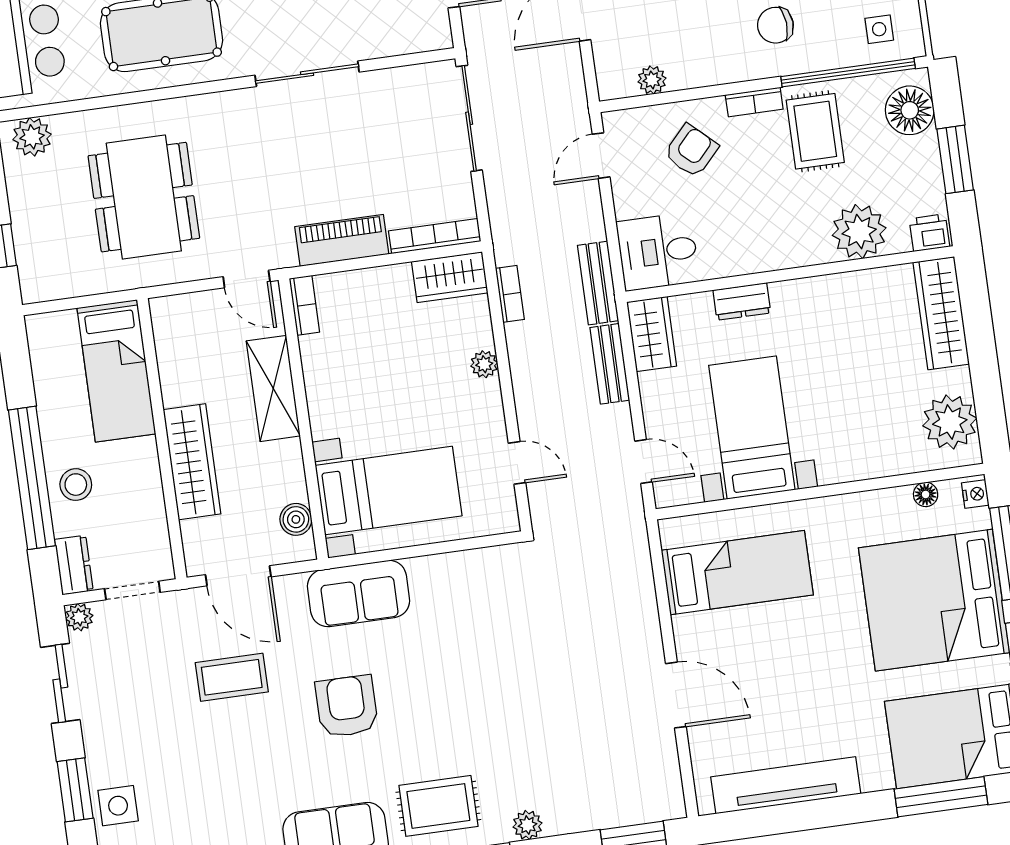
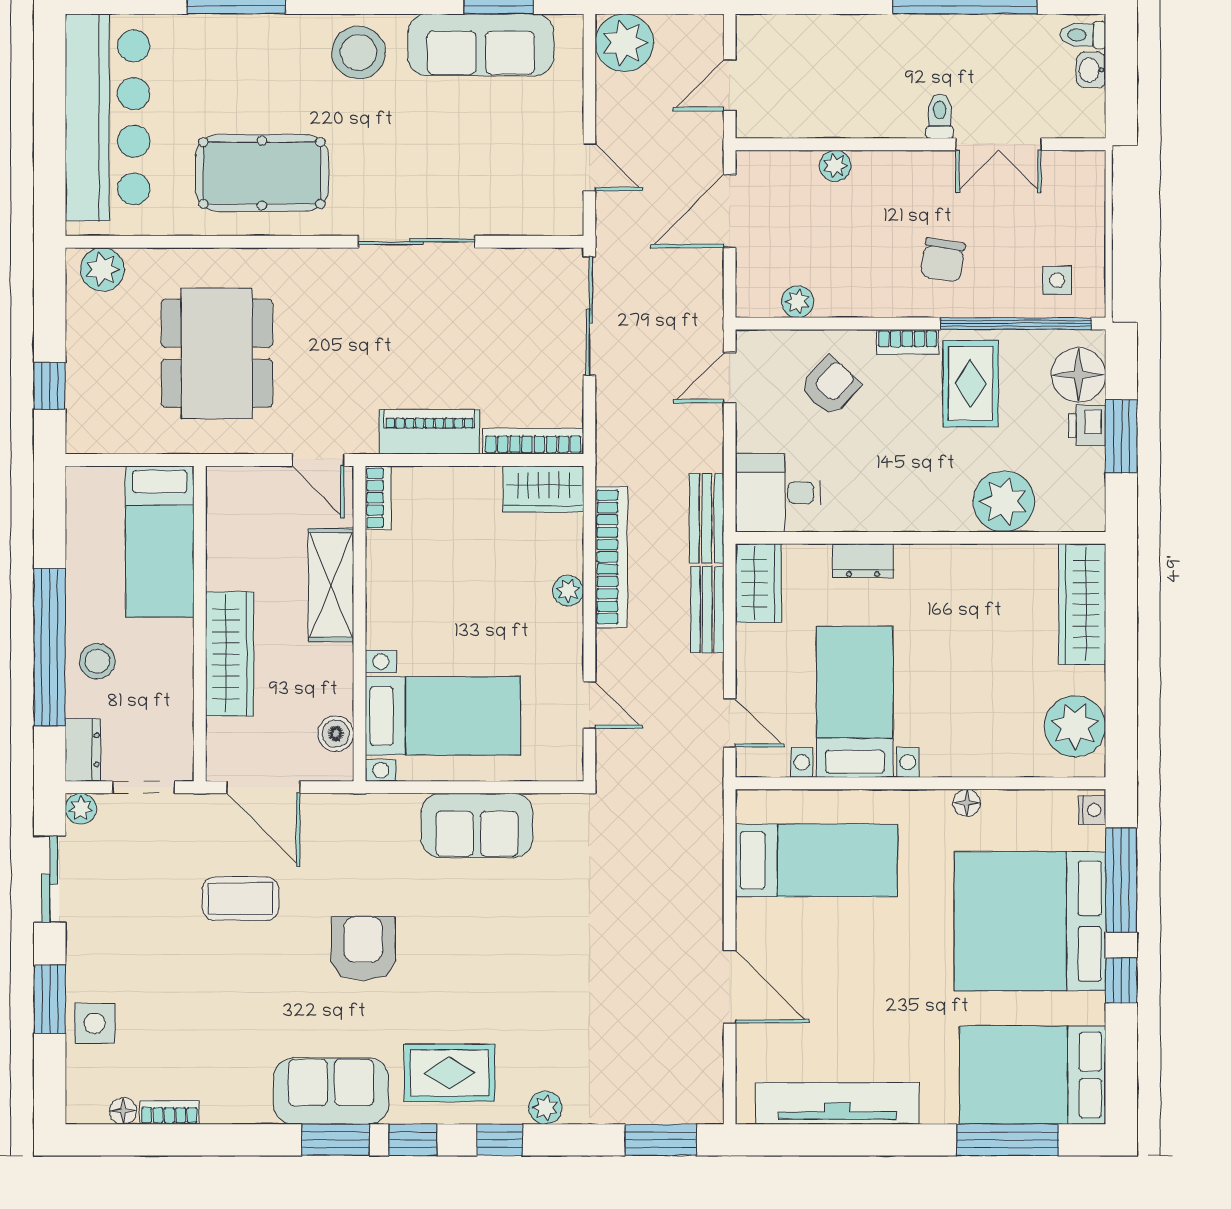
chair: (775, 25) -> (943, 260), turned -77
printer: (929, 233) -> (1087, 426), moved, turned -90
bookcase: (510, 294) -> (611, 557), width x2.31, depth x1.31
floor lamp: (926, 494) -> (967, 803), moved
sofa: (358, 593) -> (477, 825), moved

